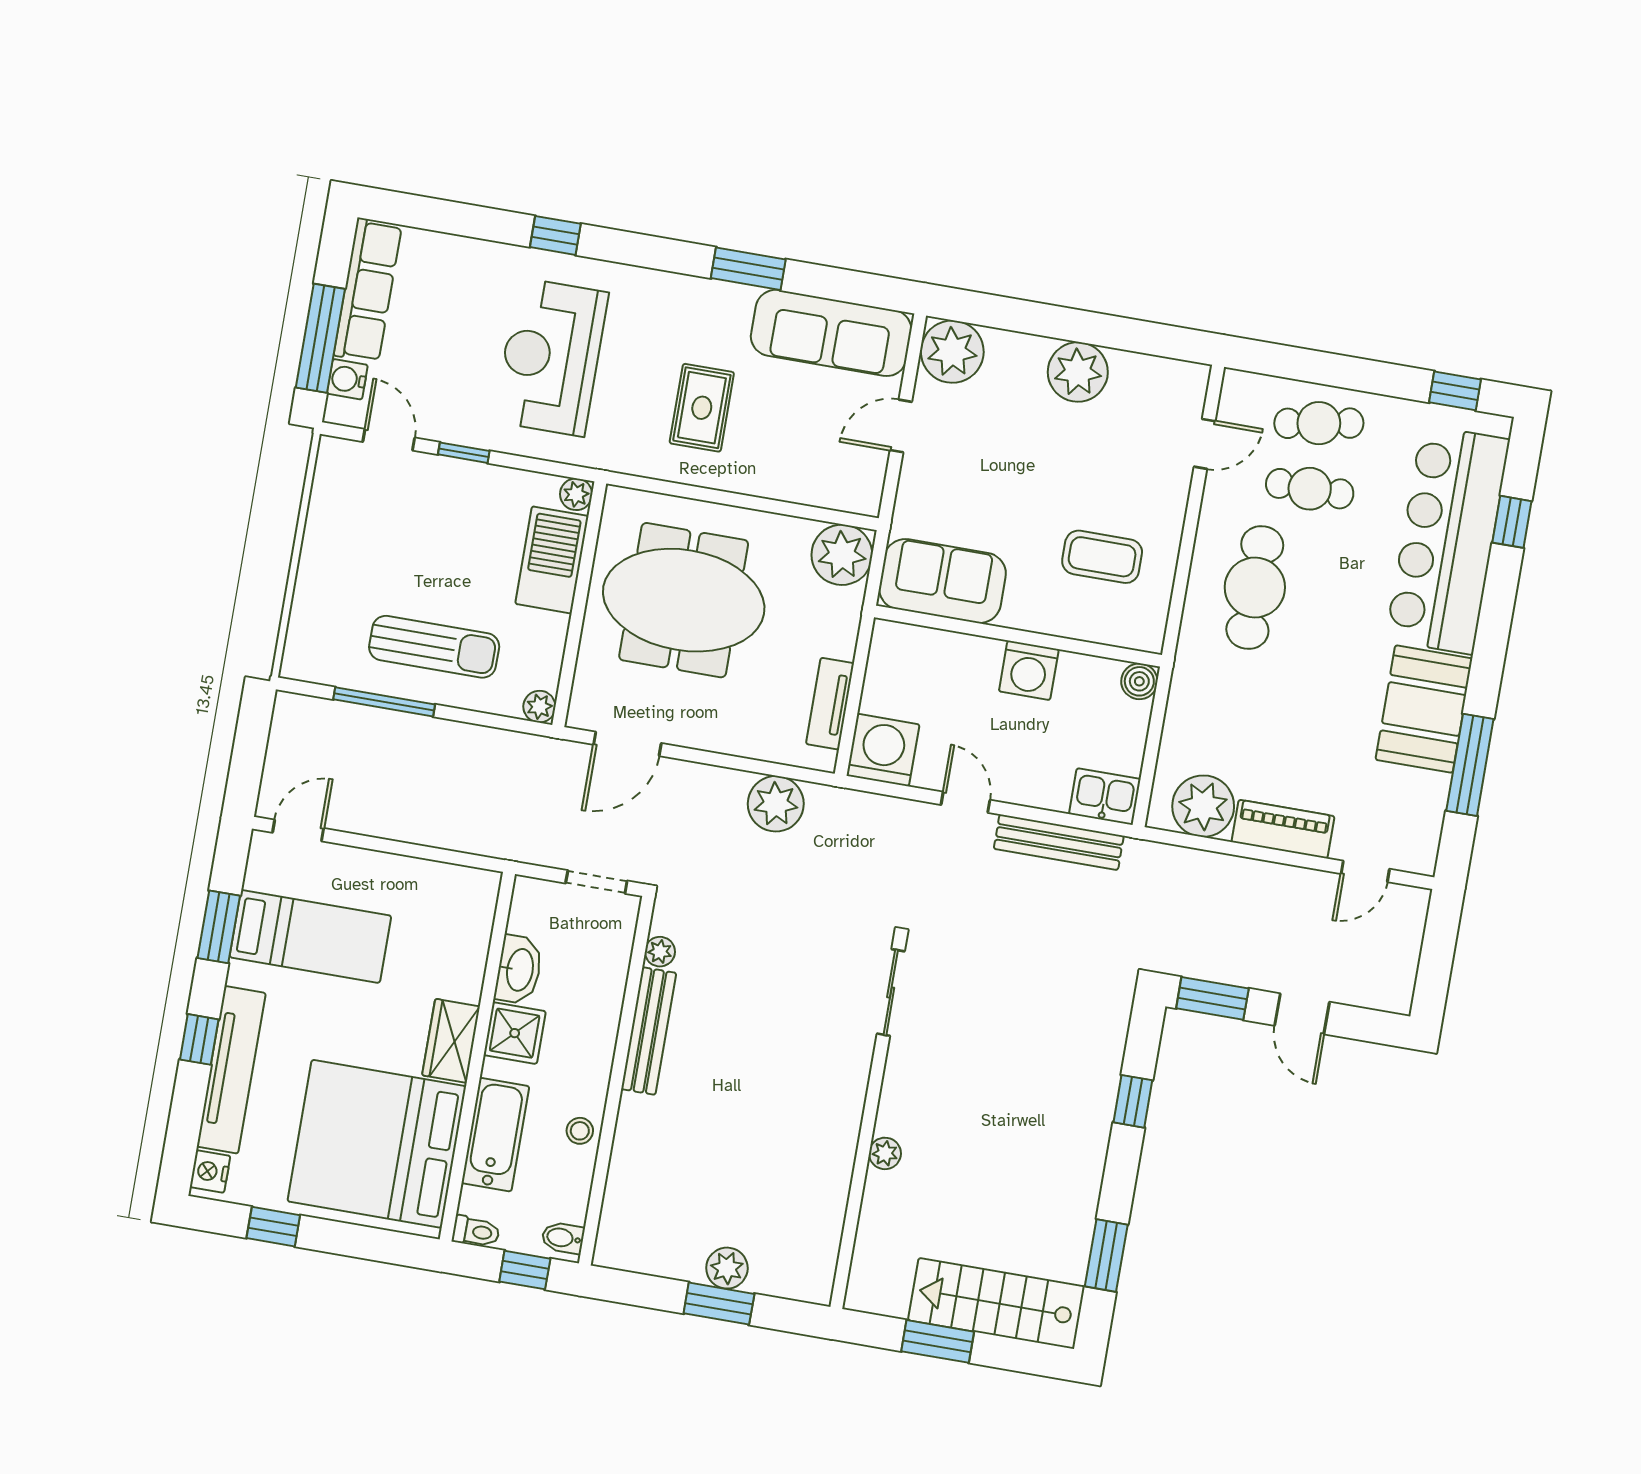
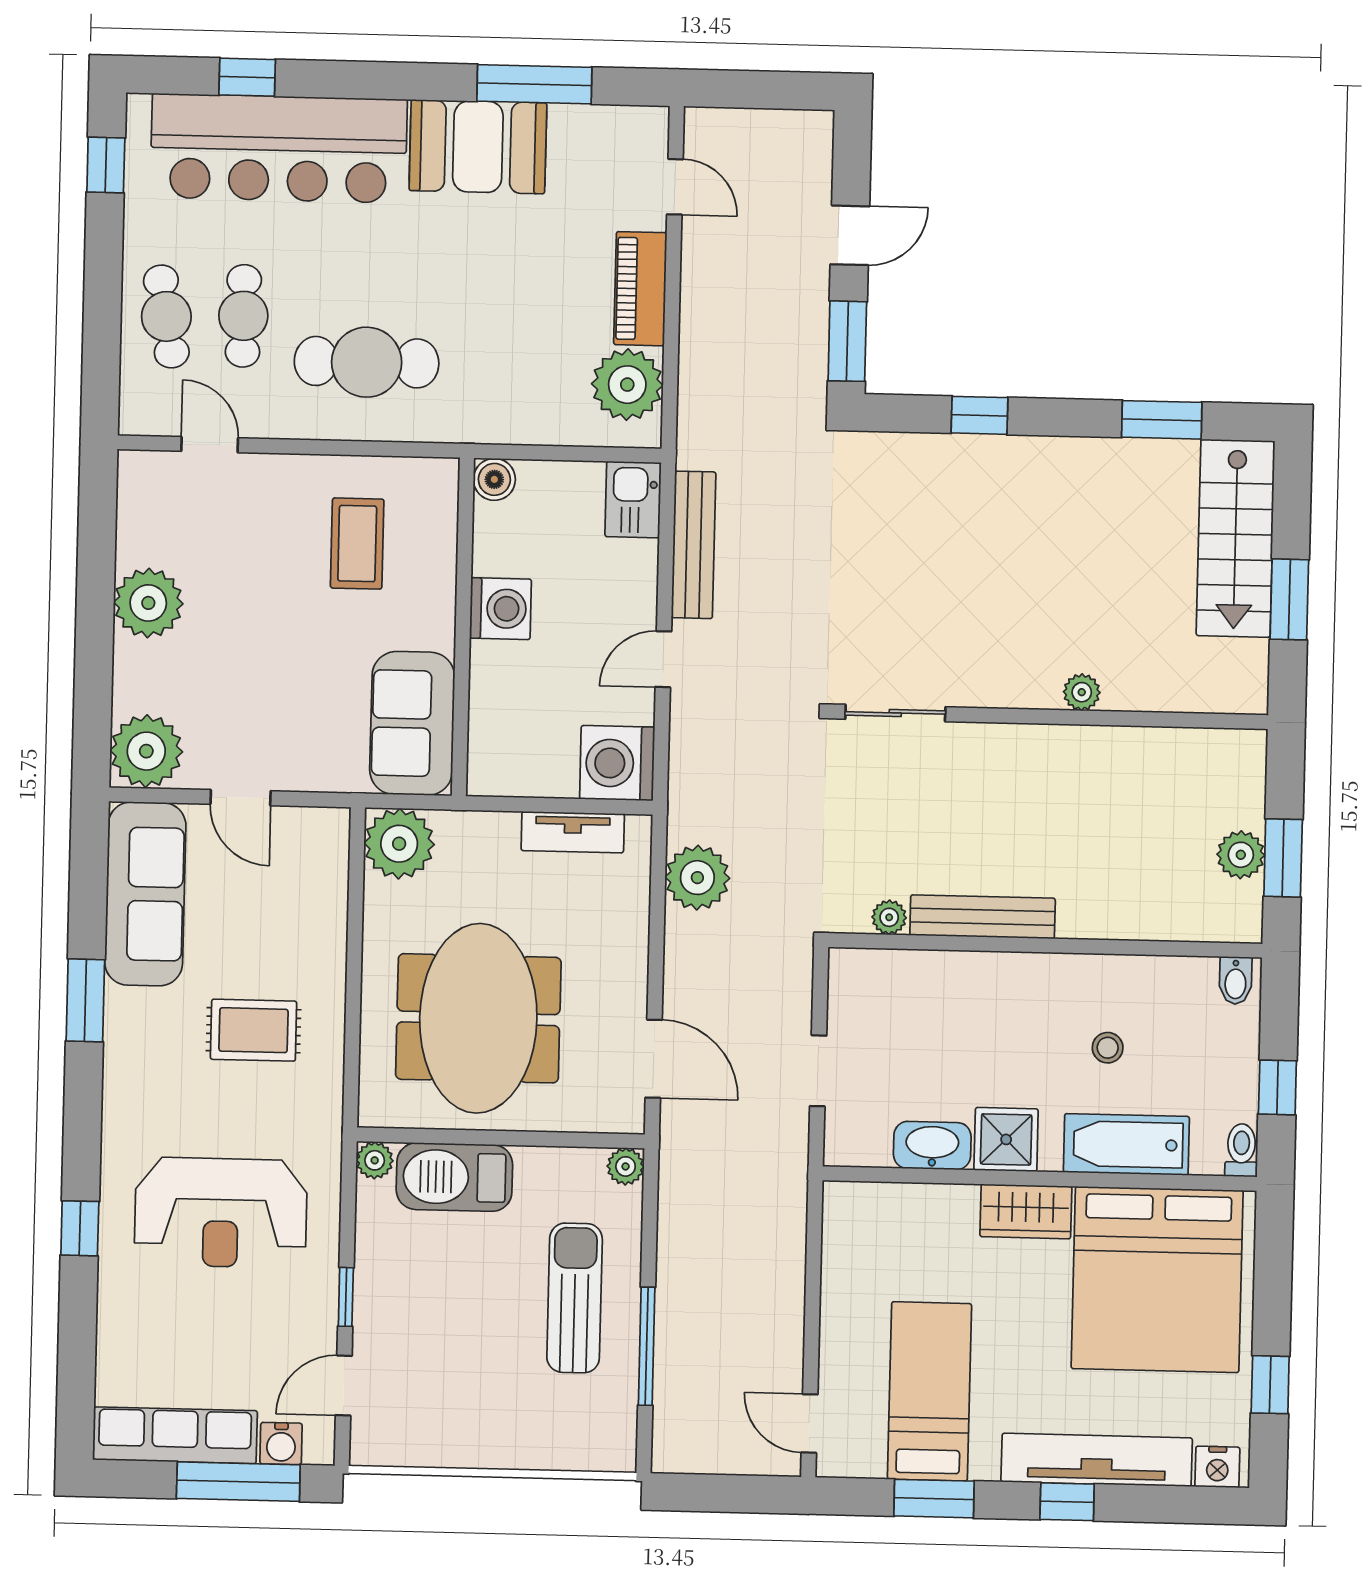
plant: (660, 952) -> (889, 917), moved
bench: (649, 1031) -> (983, 917), moved
wall: (616, 1081) -> (1045, 945), moved
bidet: (563, 1238) -> (1236, 981), moved

